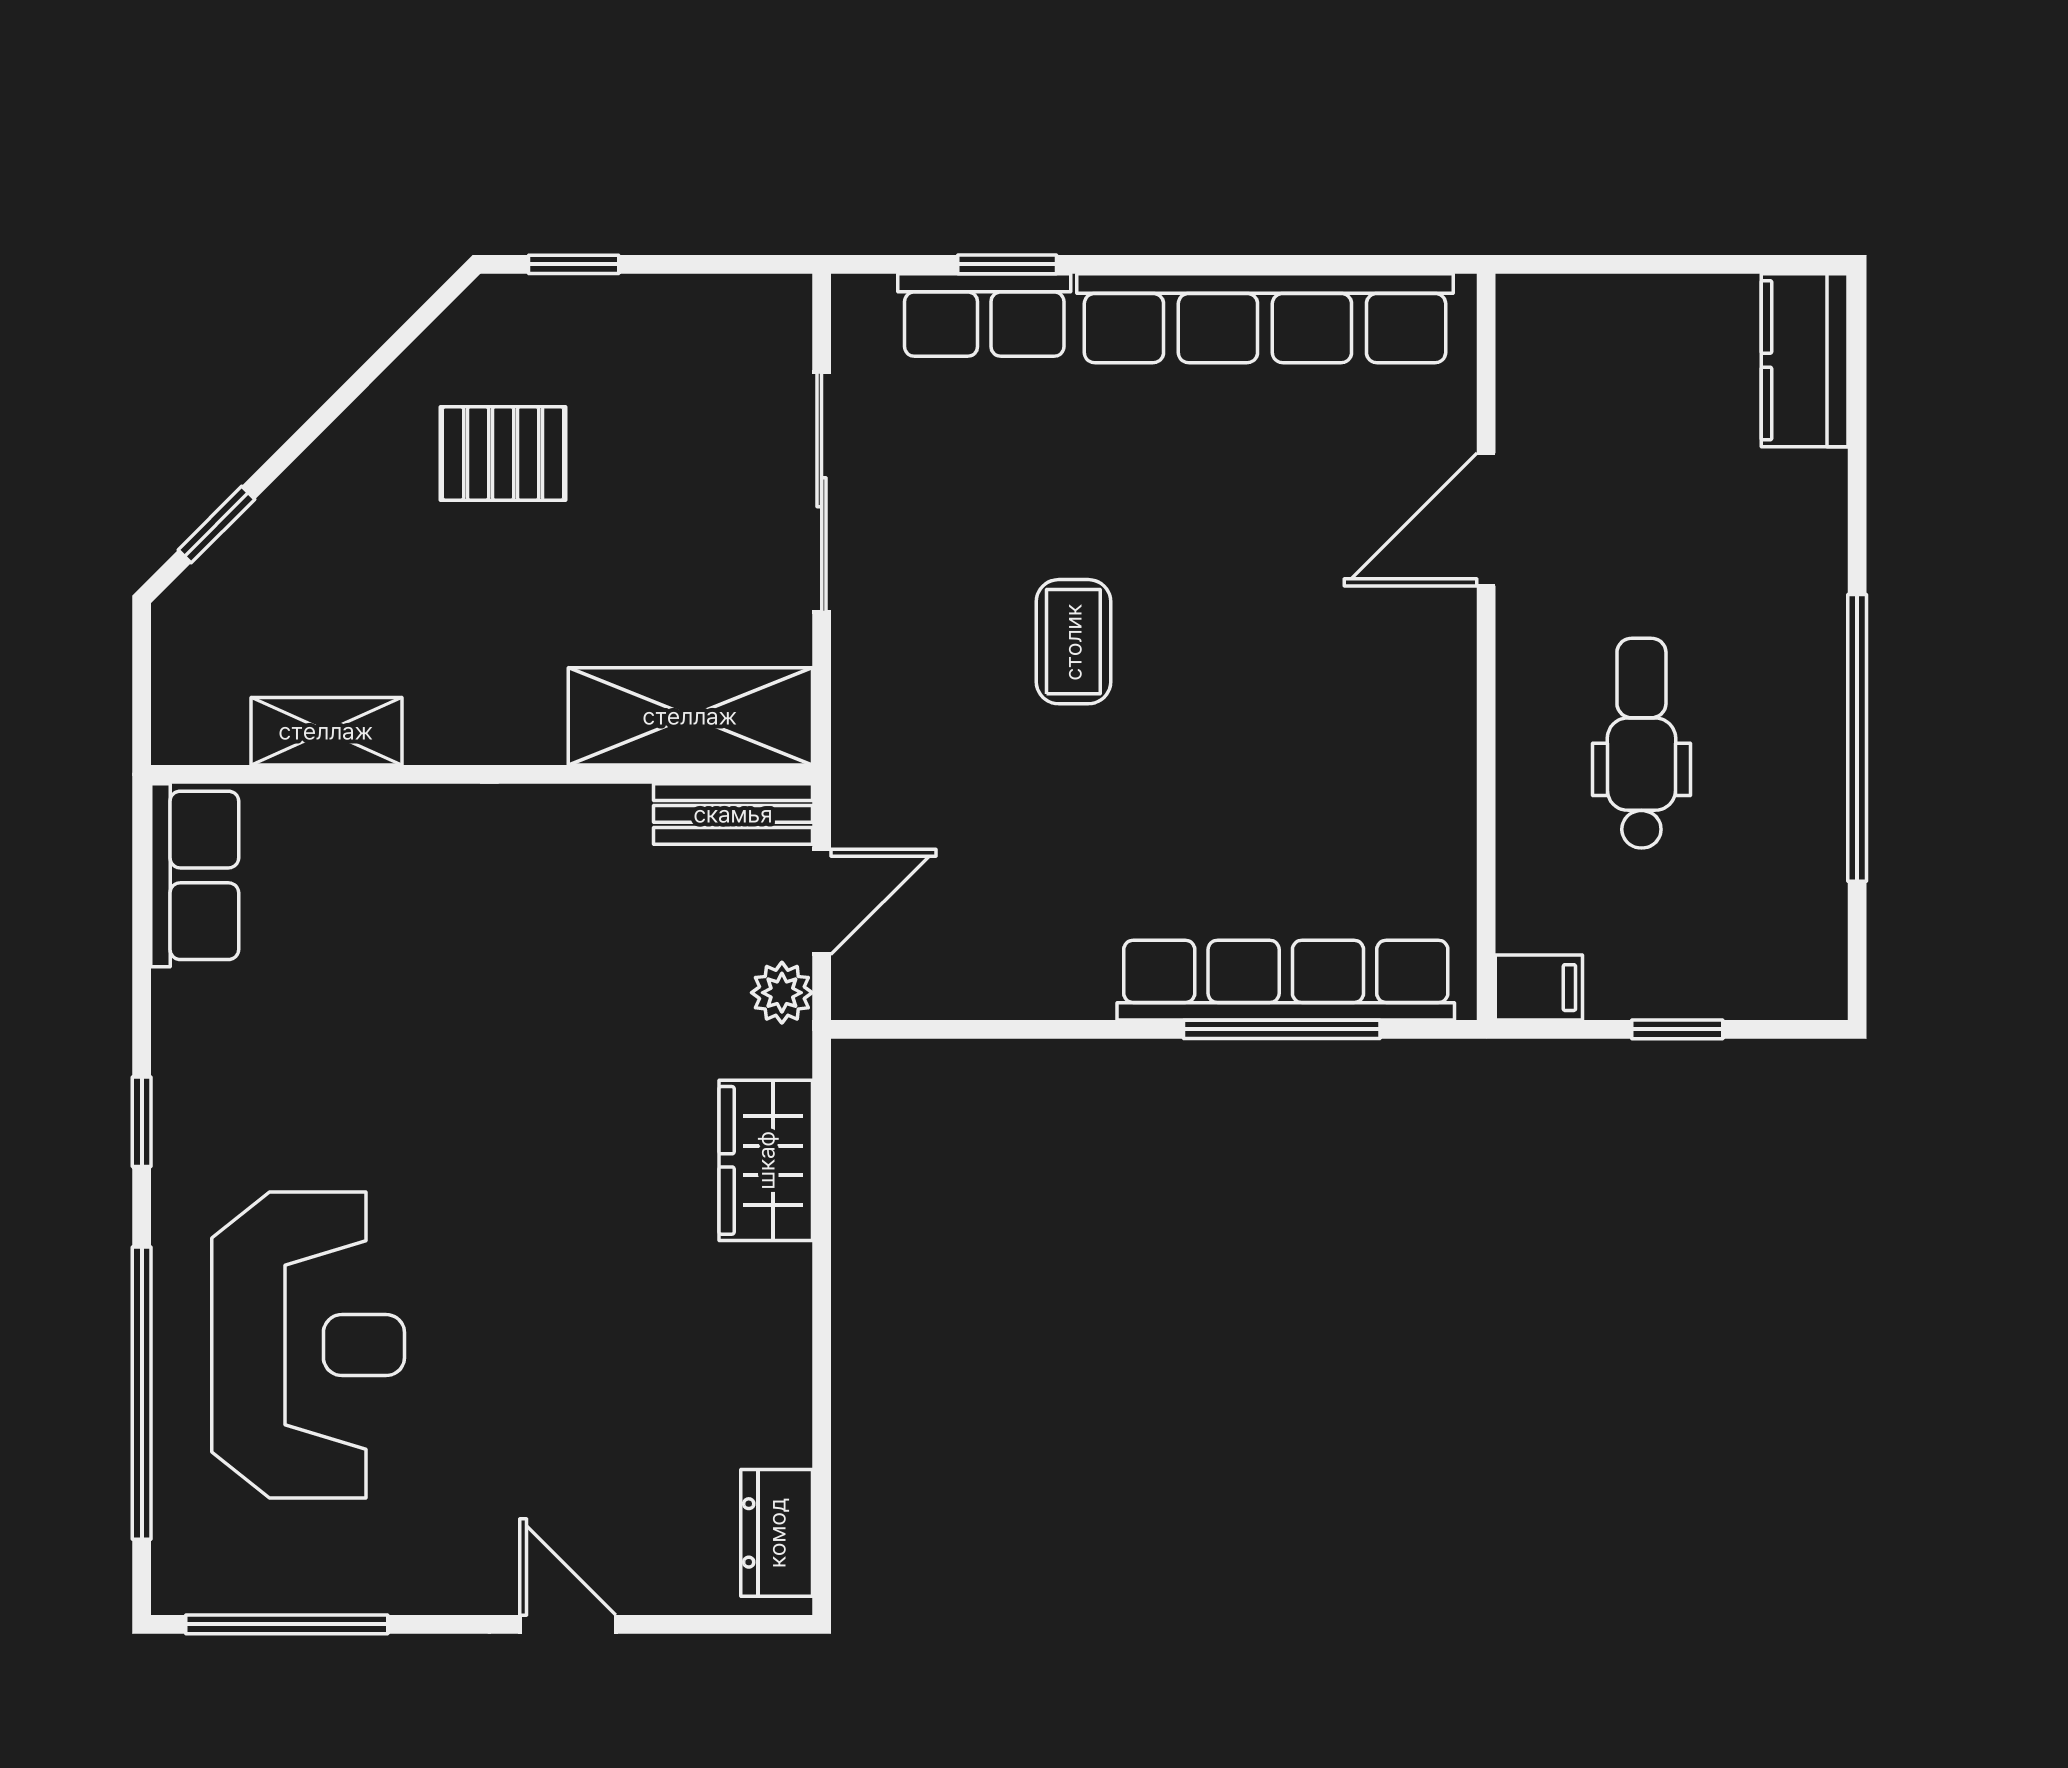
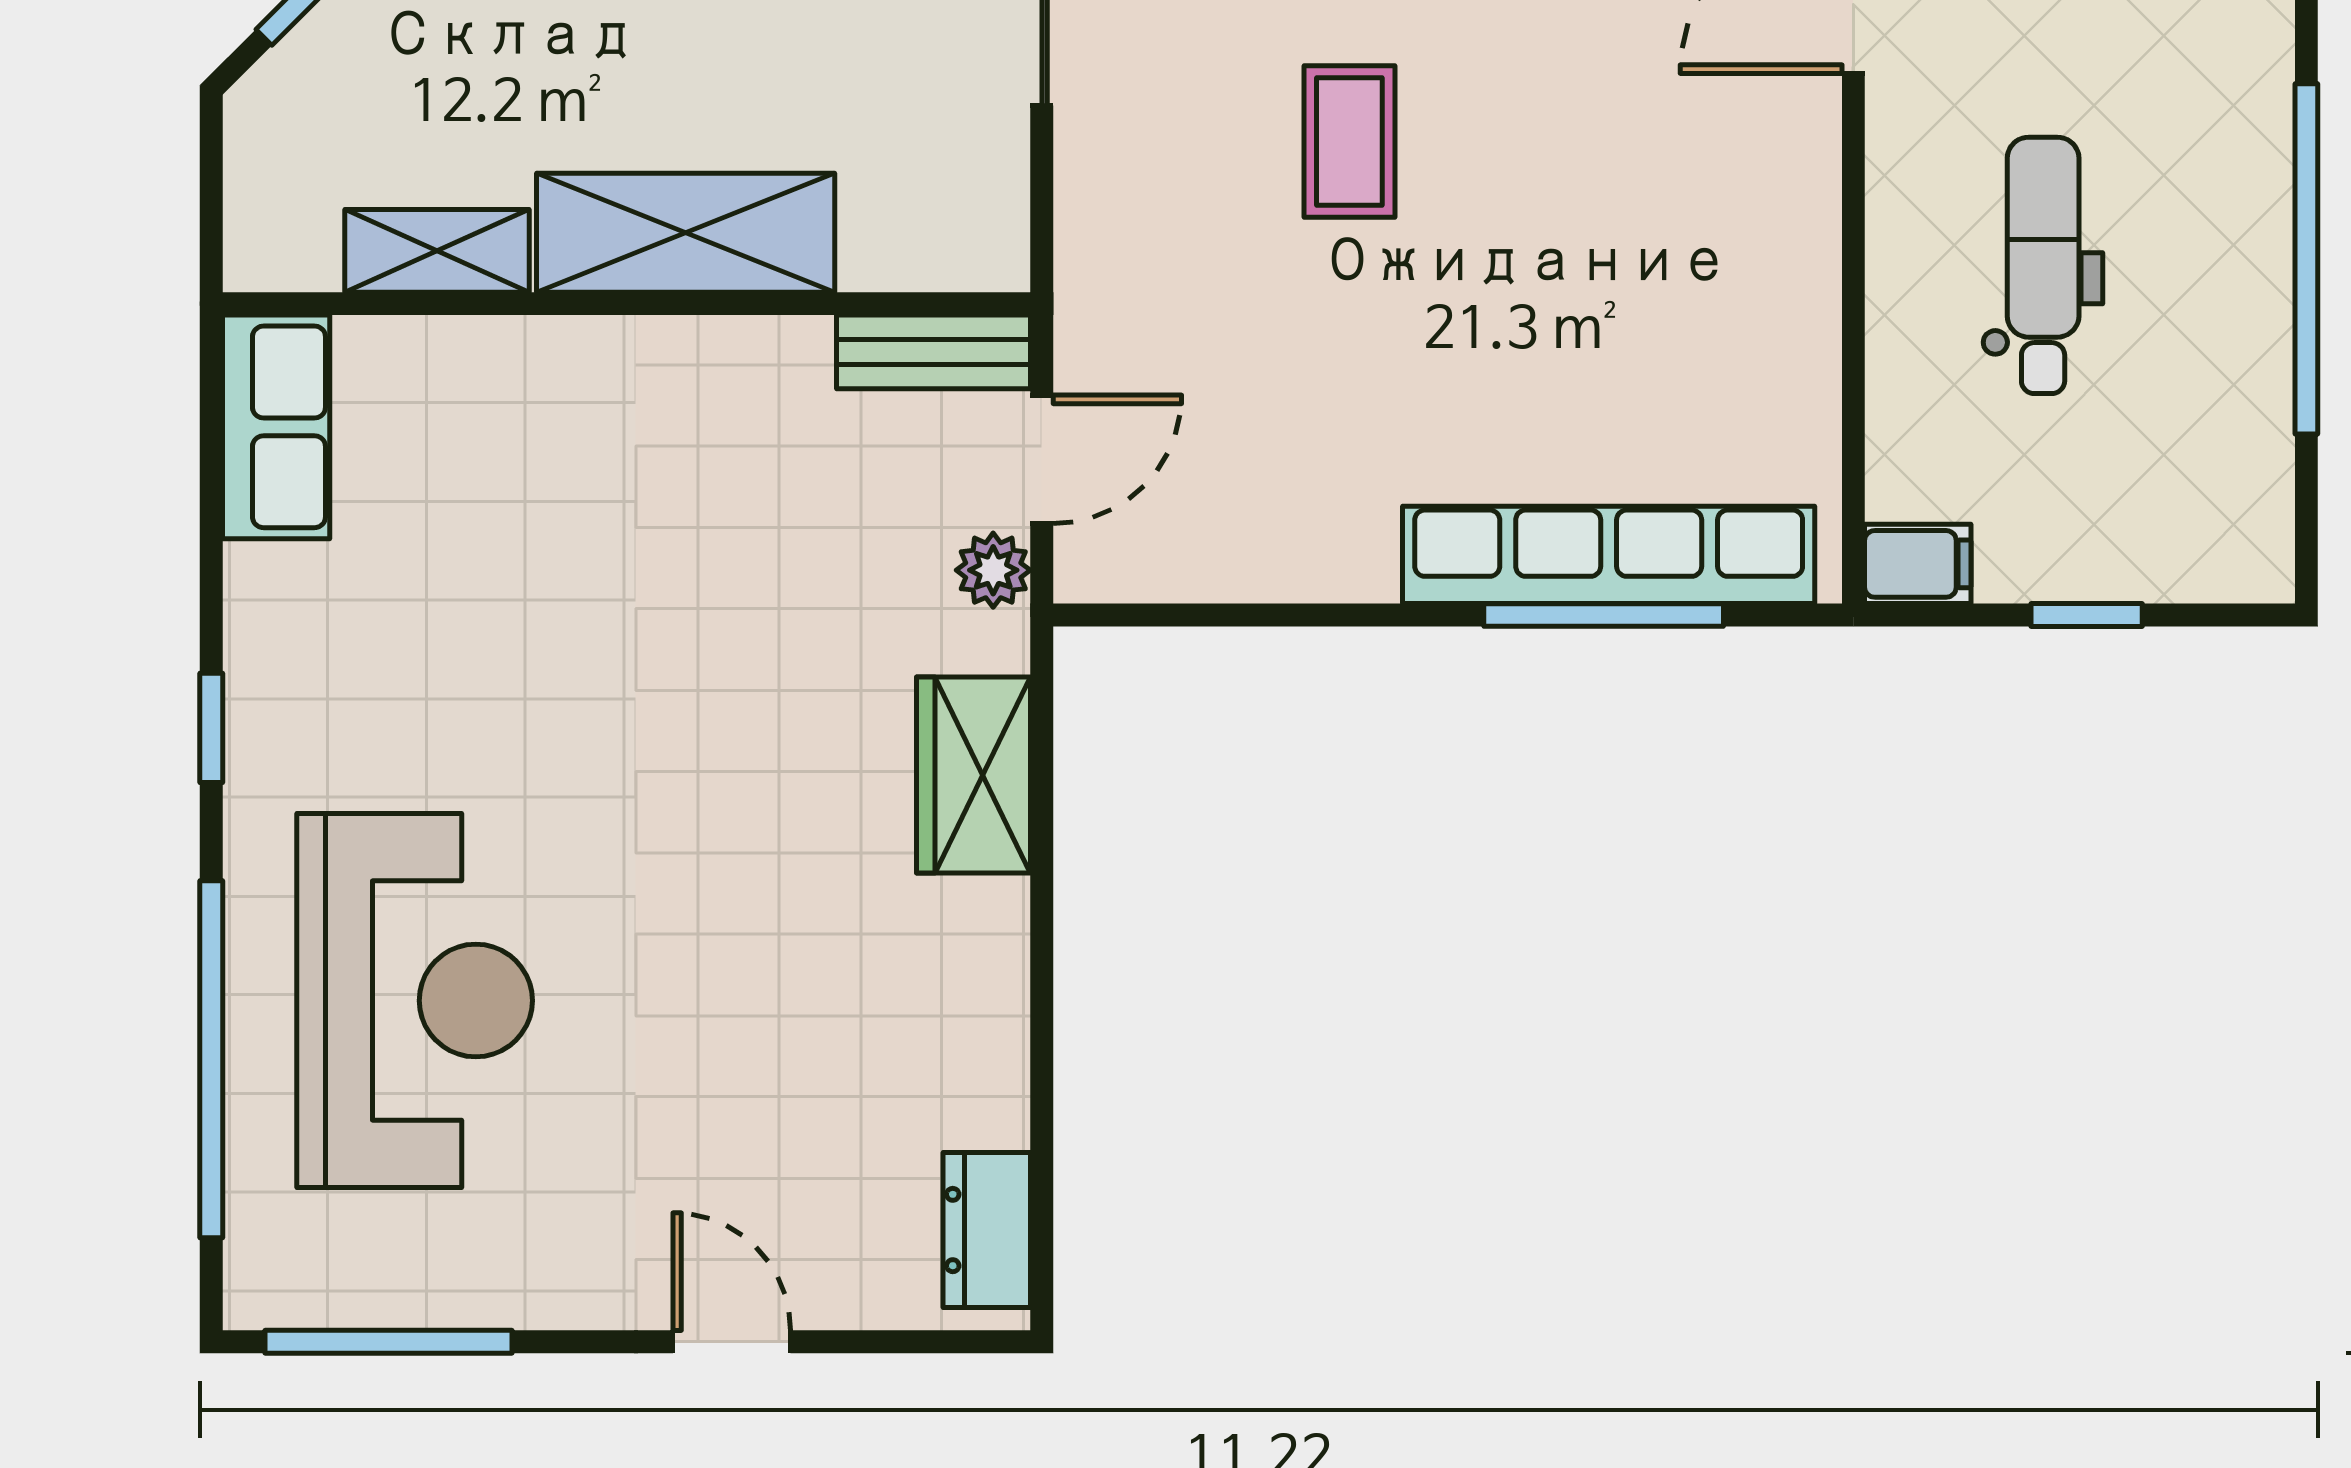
shelving: (690, 716) -> (686, 233), moved

